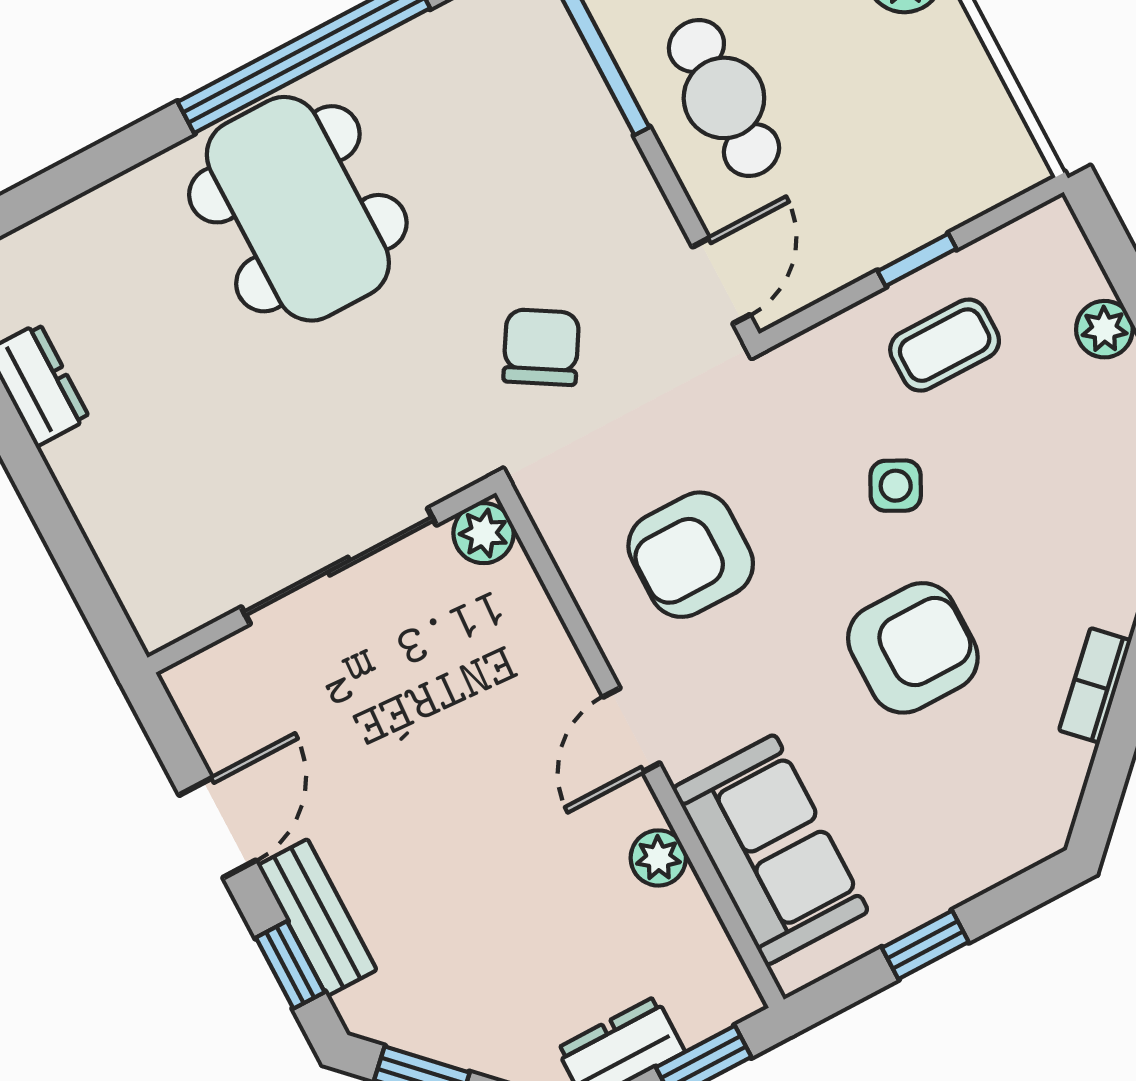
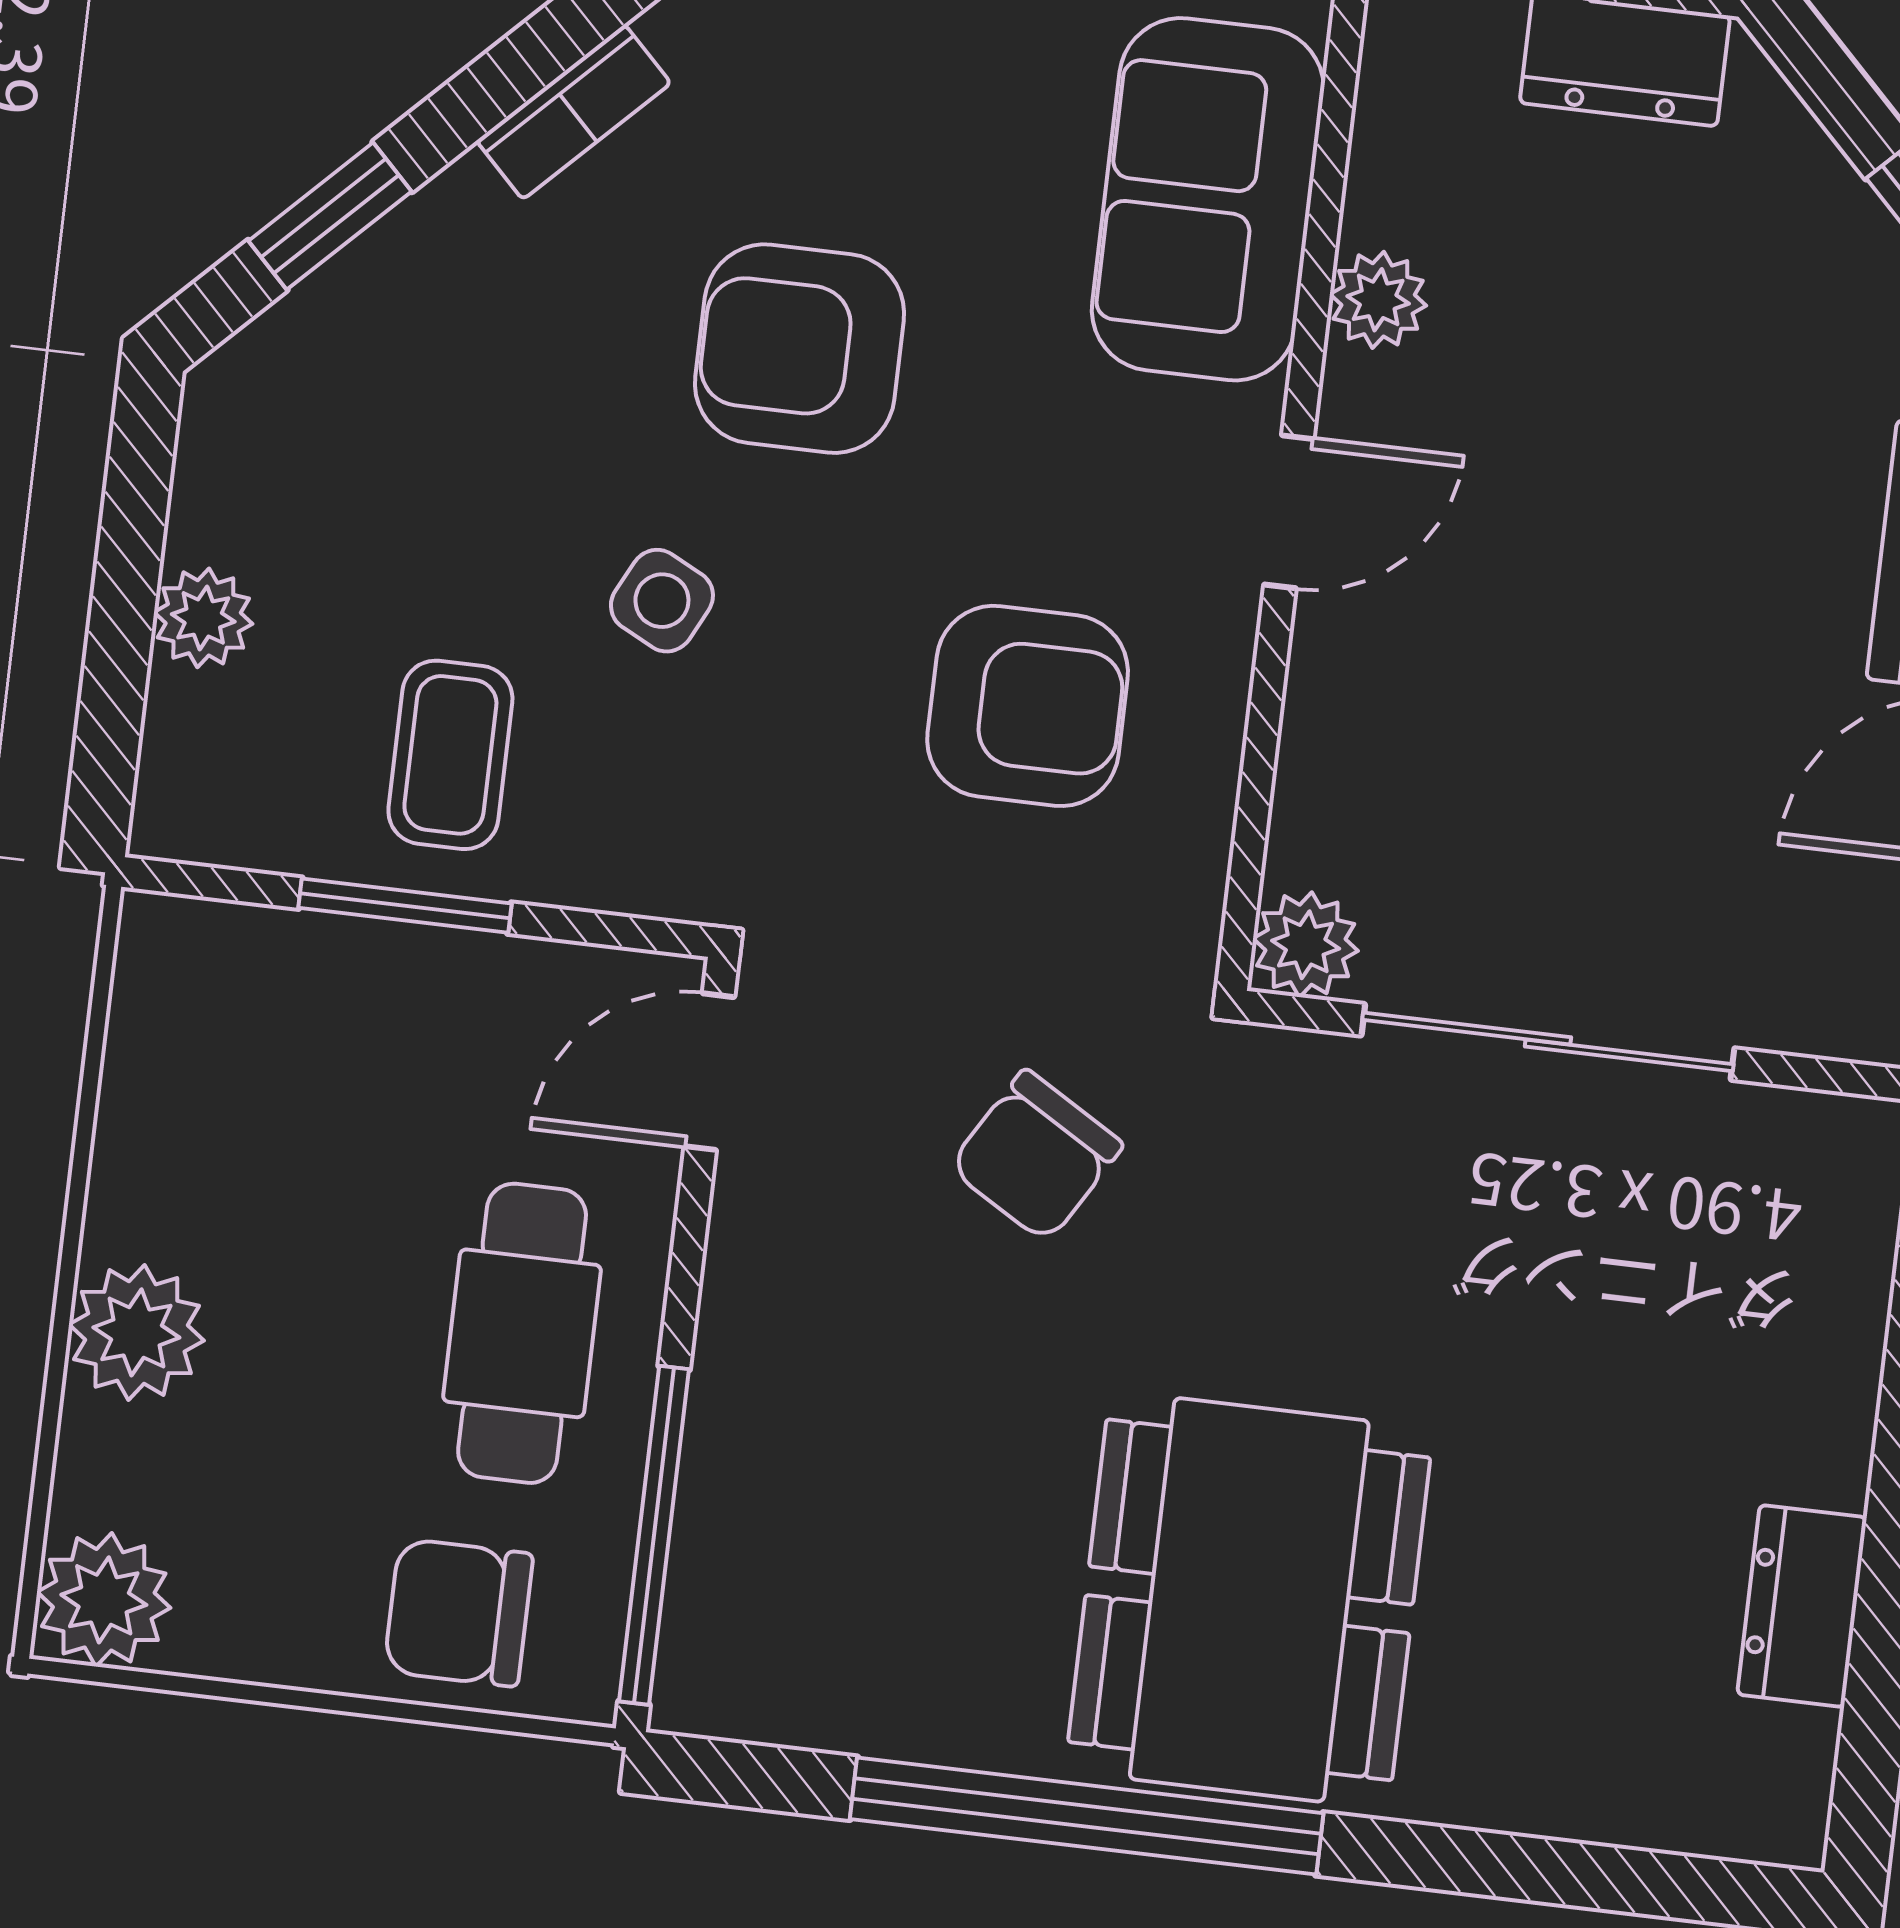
window: (917, 260) -> (405, 906), width x1.50
coffee table: (945, 345) -> (450, 755), turned 90

